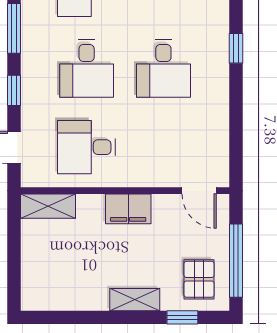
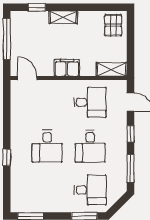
desk: (87, 69) -> (90, 146), turned 180
desk: (163, 69) -> (47, 146), turned 180
pallet: (199, 279) -> (113, 25), moved

